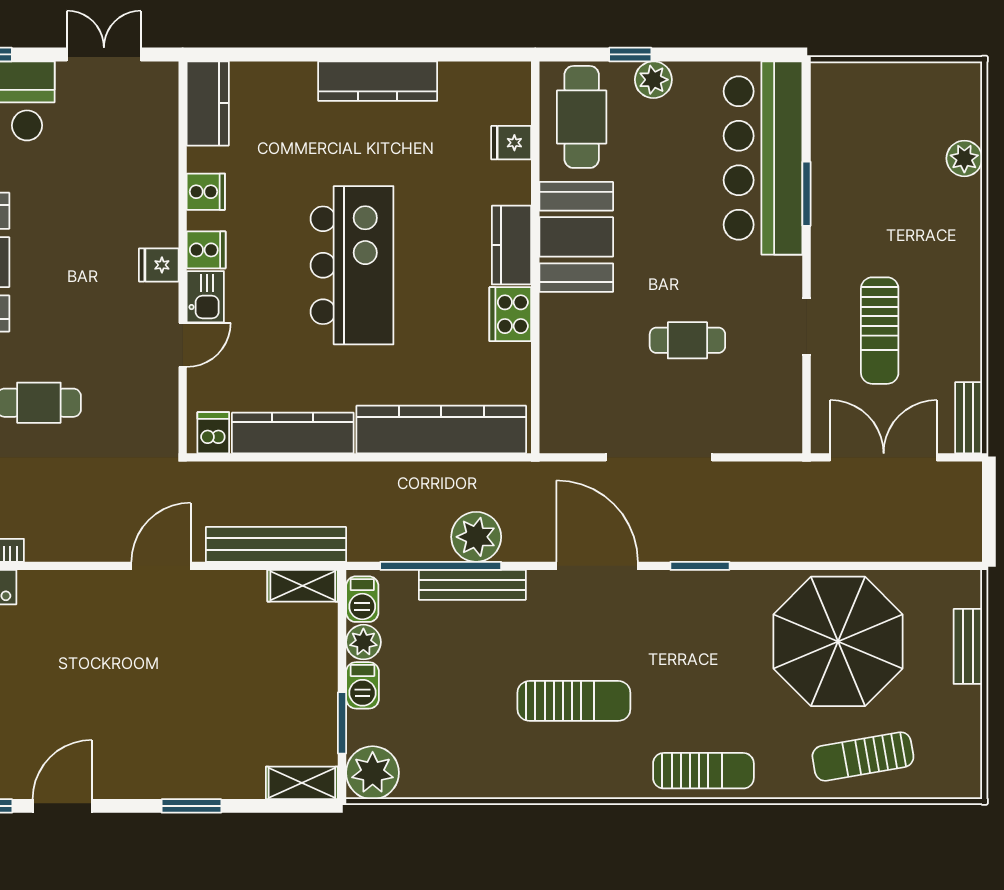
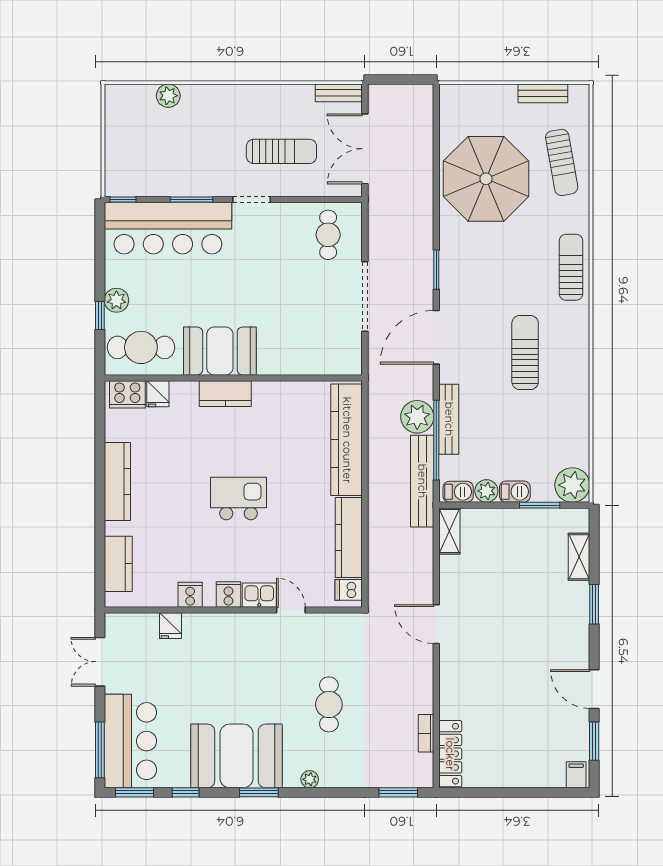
window: (807, 90) -> (123, 200), added
kitchen counter: (208, 103) -> (118, 564), moved, turned 90
fridge: (159, 265) -> (170, 626), moved
kitchen island: (352, 265) -> (239, 499), width x0.54, depth x0.78
cooker: (510, 314) -> (127, 394), moved
doorway: (807, 326) -> (252, 200), moved
cafe table: (687, 340) -> (328, 235), moved
bench: (276, 544) -> (422, 481), moved
bench: (968, 646) -> (543, 93), moved
shelving: (302, 783) -> (579, 557), moved

